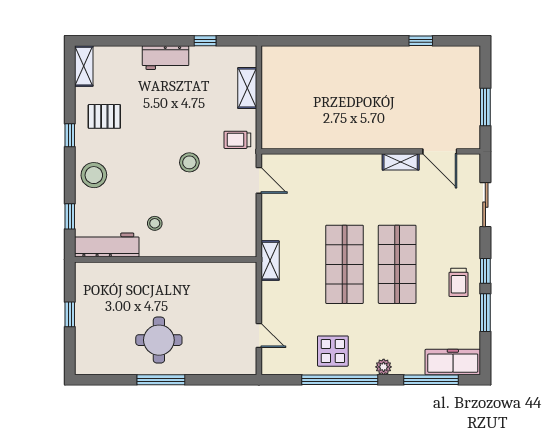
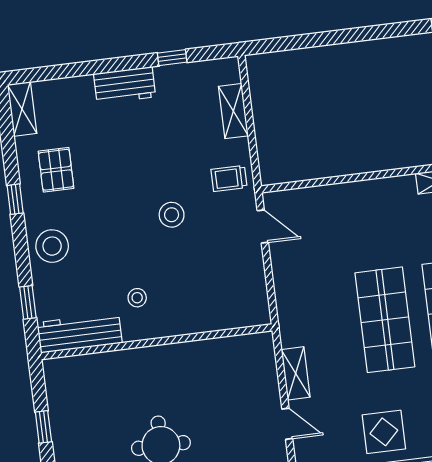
pallet: (104, 116) -> (56, 170), turned 90
shelving: (270, 261) -> (296, 373), moved

